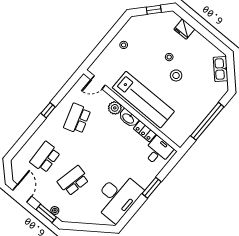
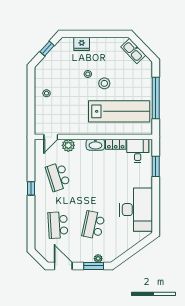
lab bench: (143, 100) -> (119, 111), moved
plant: (115, 108) -> (68, 145), moved
window: (152, 188) -> (156, 166), moved

